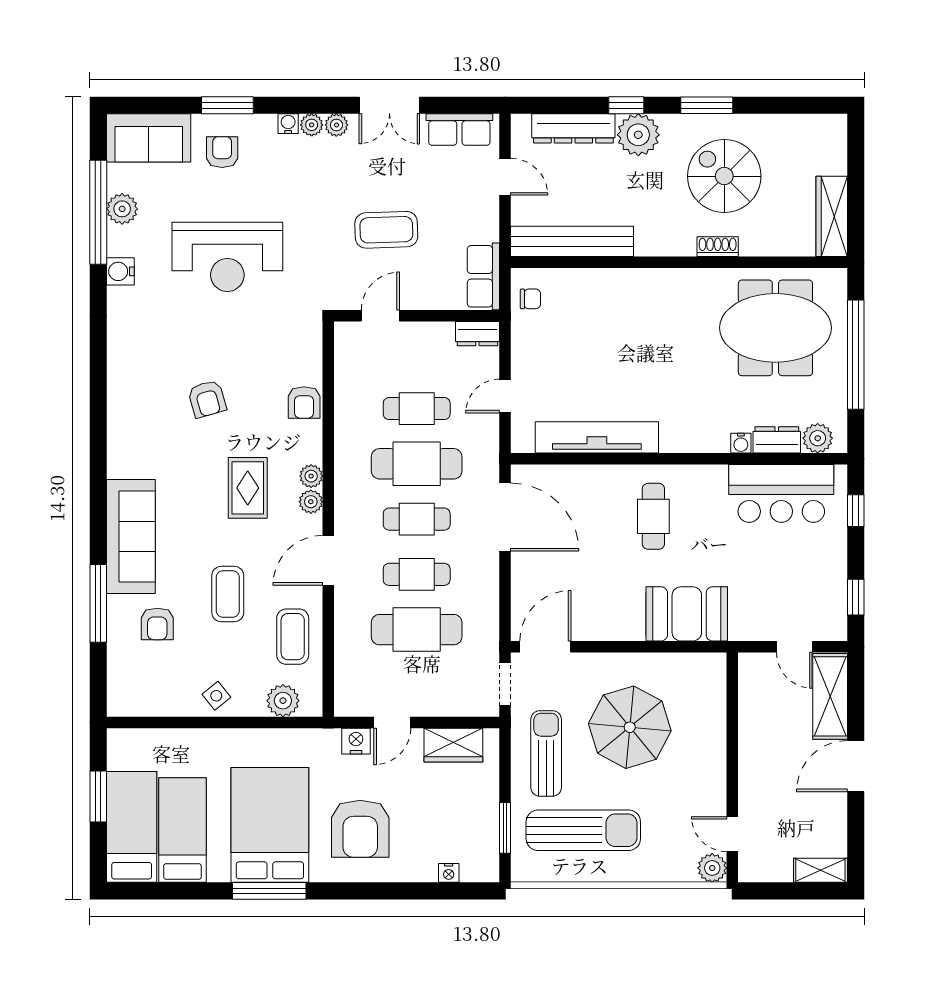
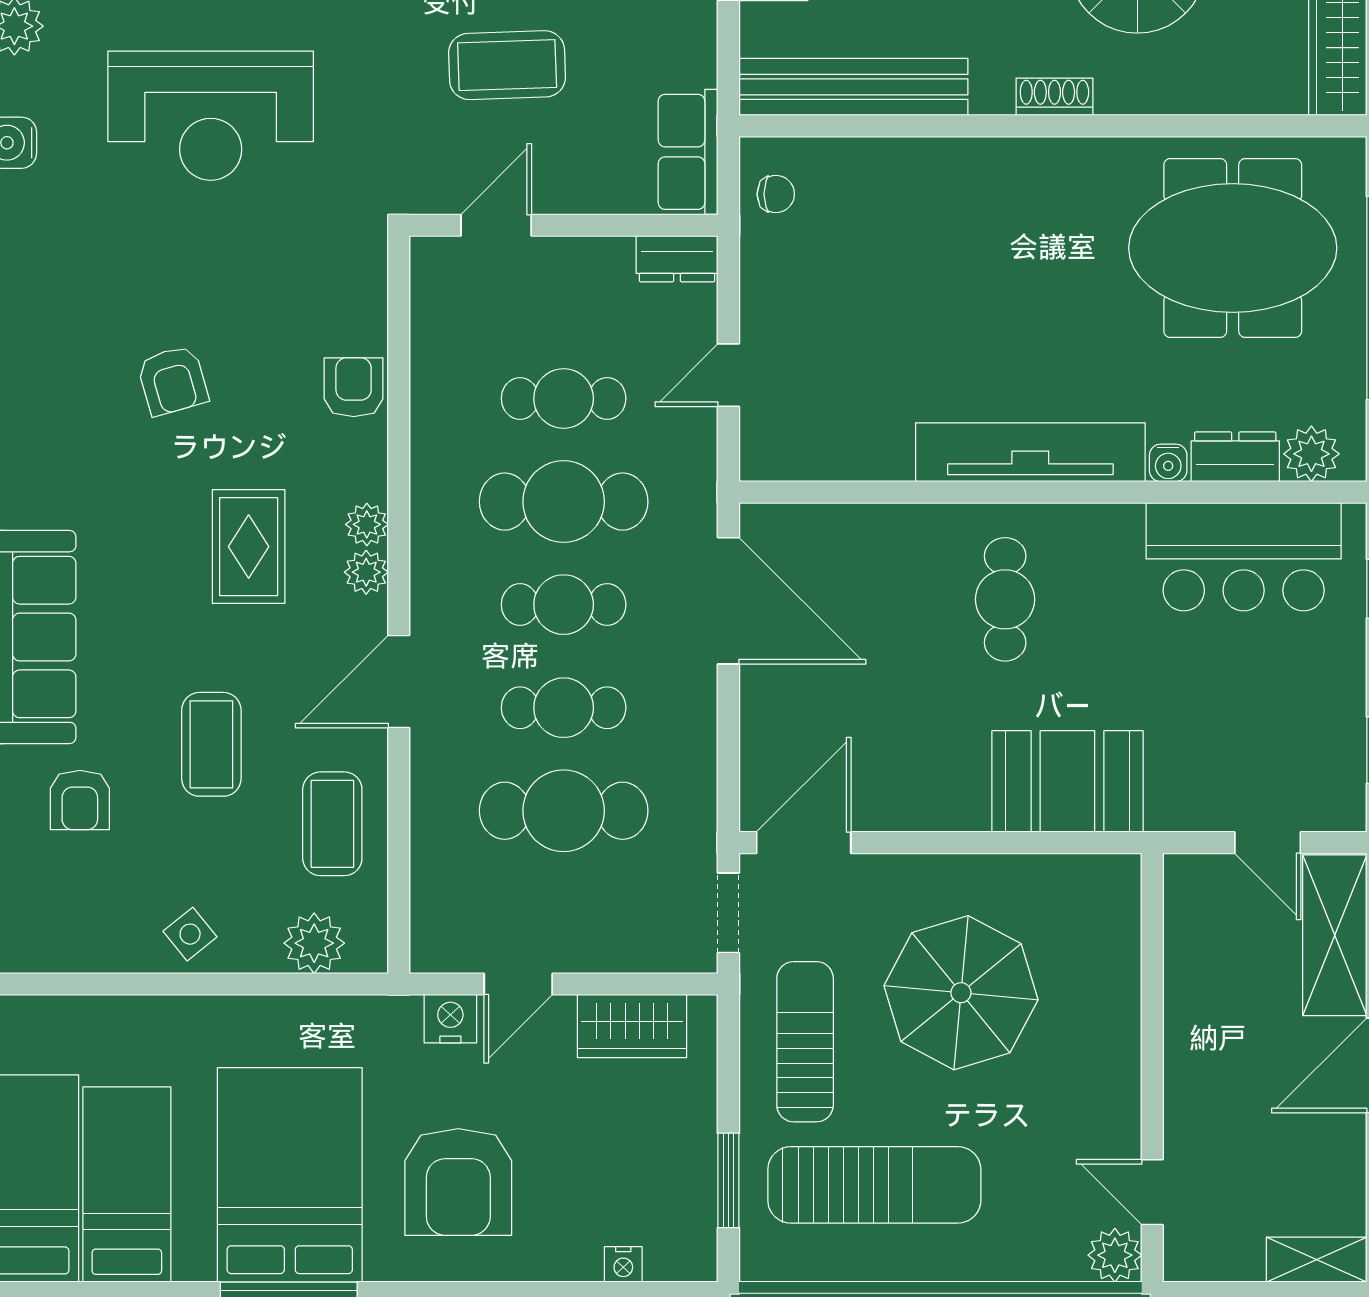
shoe rack: (718, 247) -> (1054, 97), moved
armchair: (304, 403) -> (354, 387), turned 180
tv unit: (597, 437) -> (1030, 452), moved

